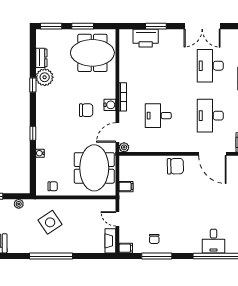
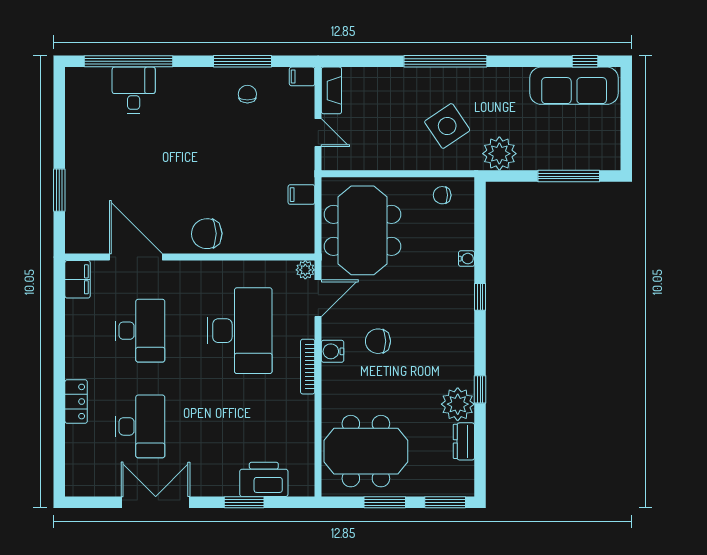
desk: (158, 116) -> (240, 331), width x1.87, depth x1.30
plant: (19, 204) -> (499, 154), width x1.88, depth x1.88

